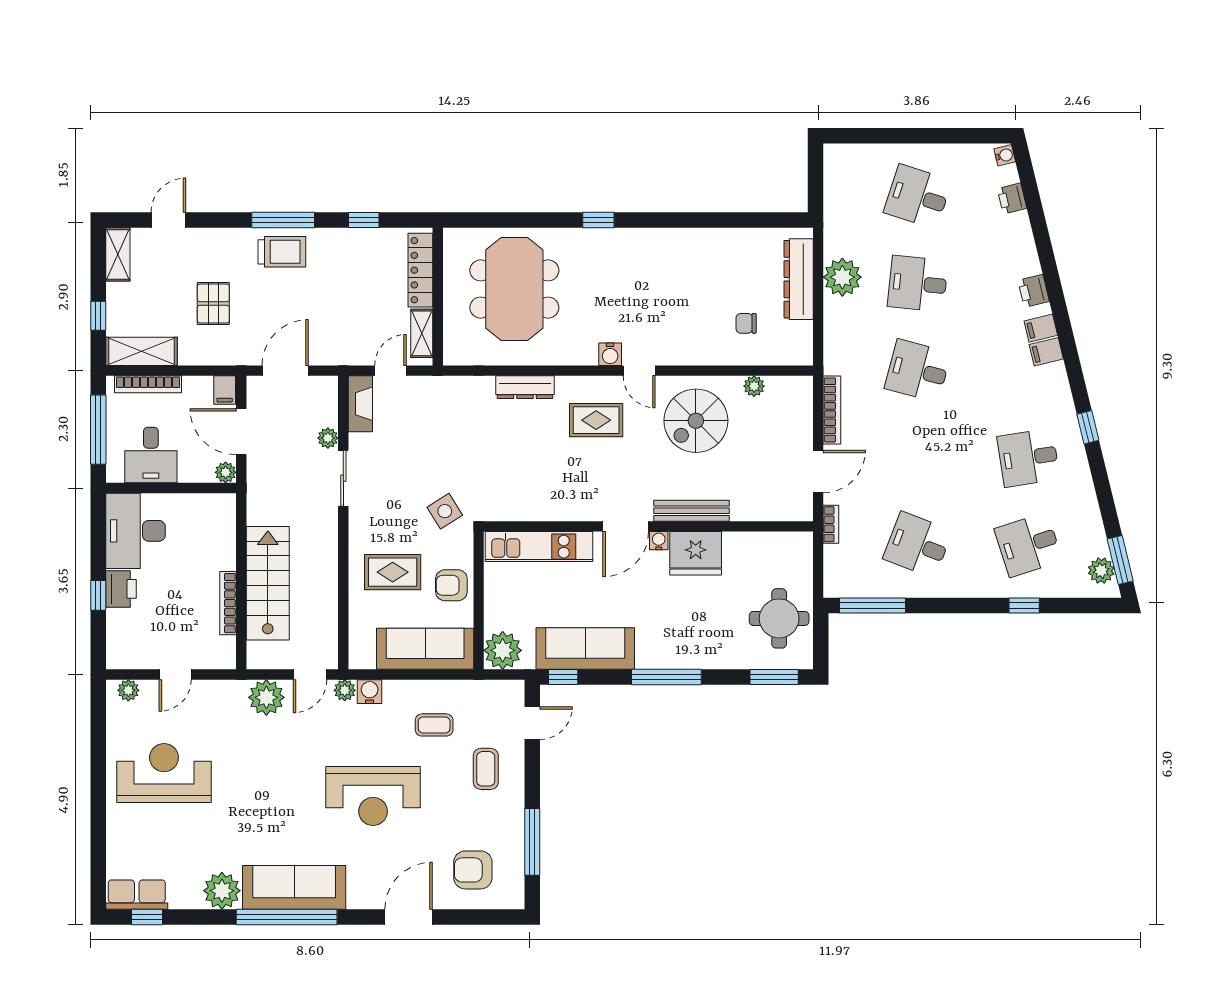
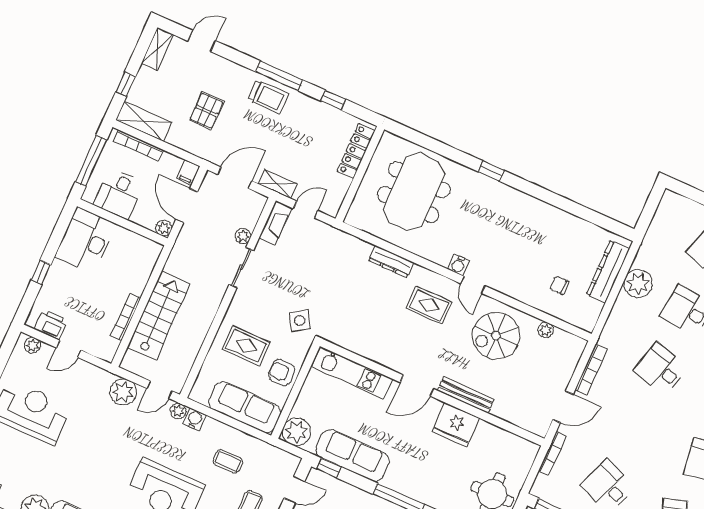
shelving: (422, 333) -> (277, 184), moved, turned 90
bookcase: (831, 524) -> (552, 453), width x1.56
water cooler: (659, 541) -> (435, 405), removed
printer: (121, 589) -> (51, 325), moved, turned -90

